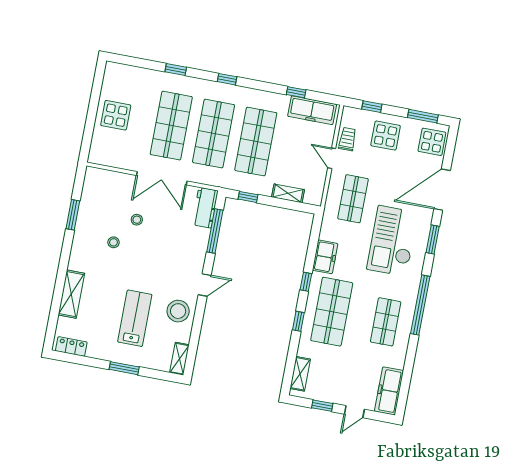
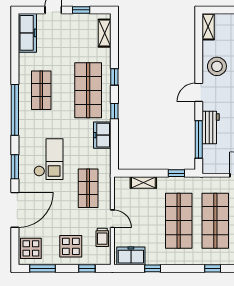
freezer: (312, 110) -> (131, 256), width x0.71
workbench: (205, 208) -> (211, 127), moved
checkout: (392, 241) -> (48, 159), width x0.73, depth x0.83

